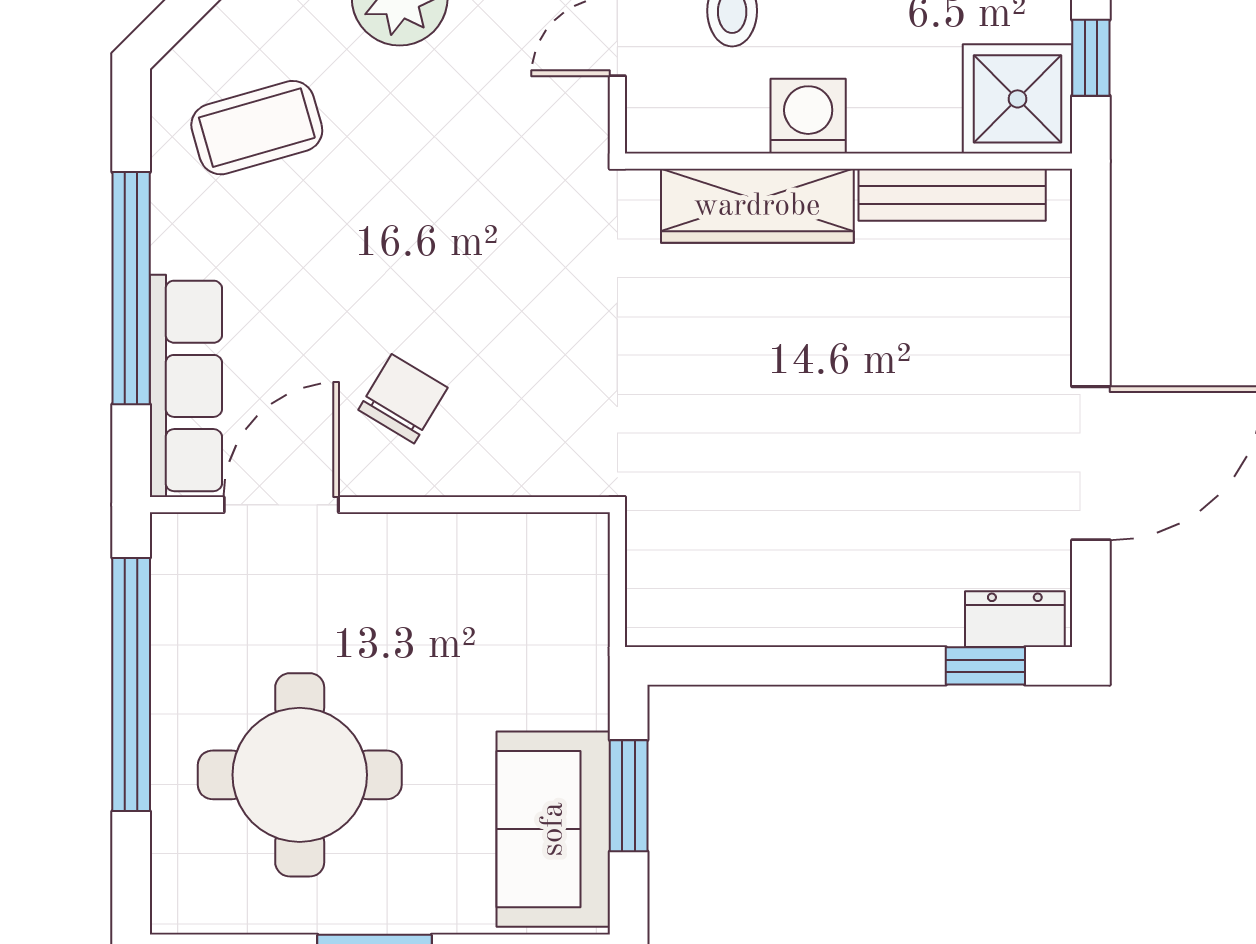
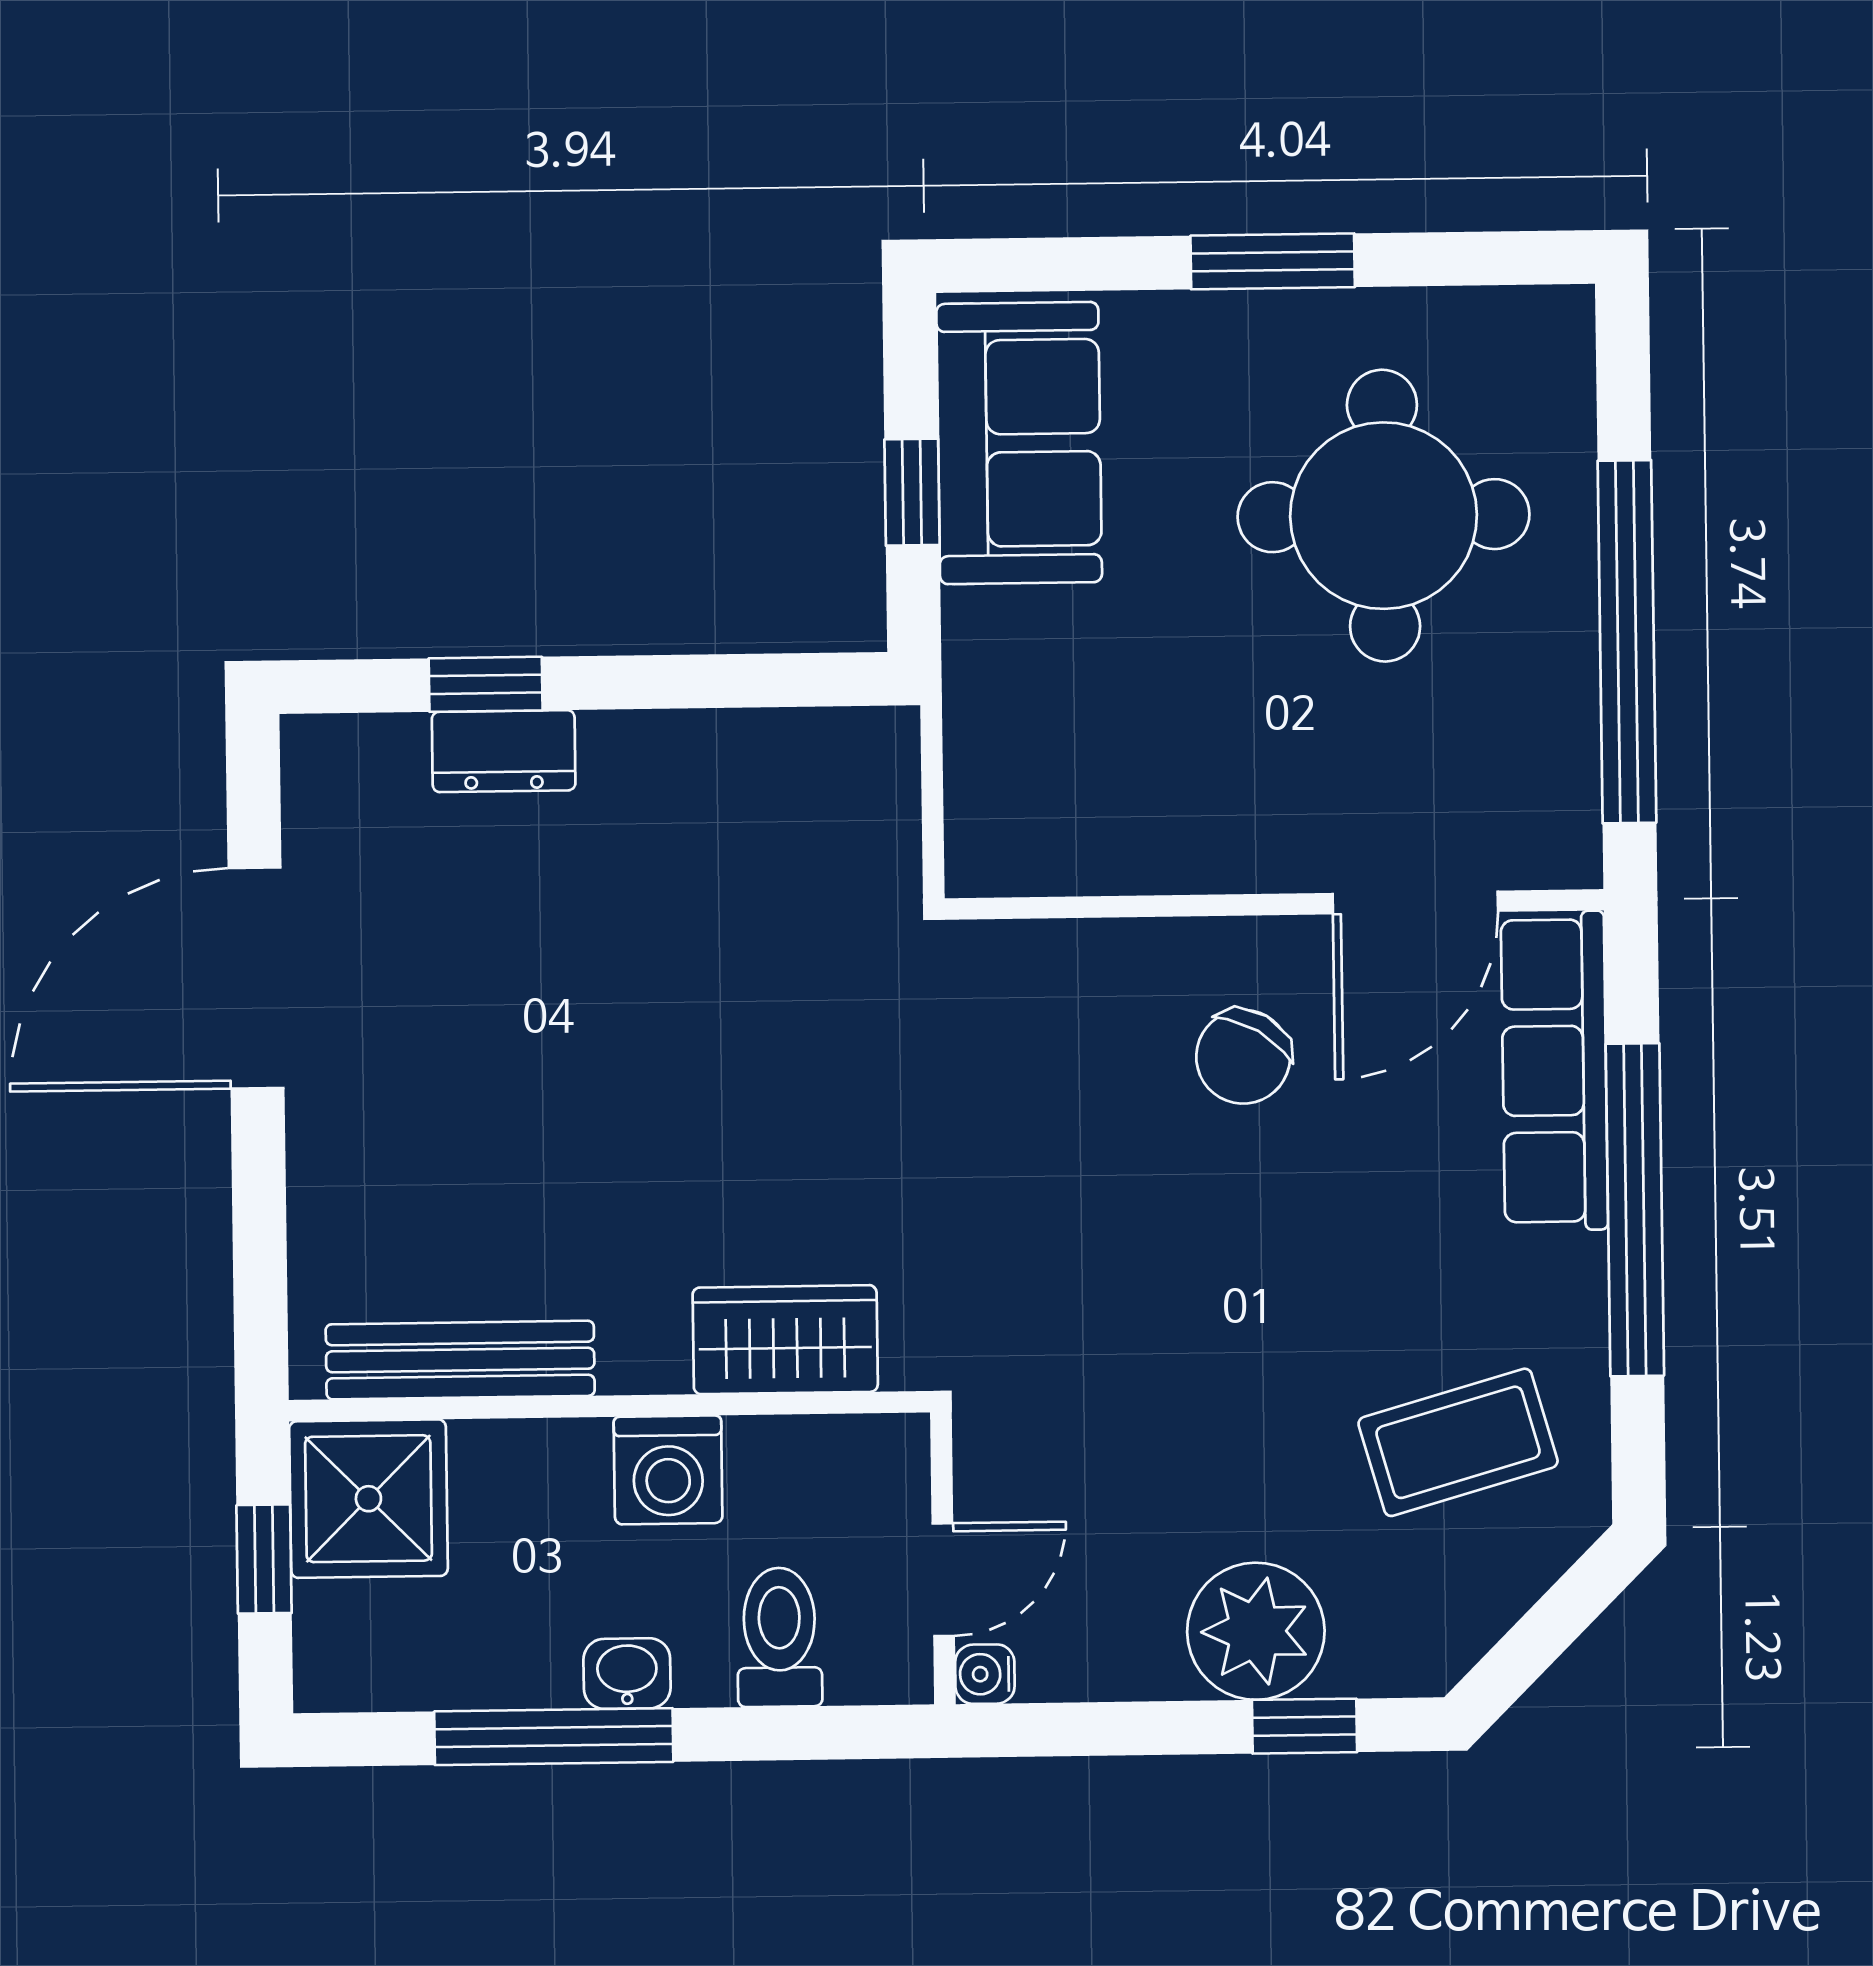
wardrobe: (757, 206) -> (785, 1340), width x0.67
dresser: (1015, 619) -> (504, 751), moved
window: (985, 666) -> (486, 684), moved
window: (629, 796) -> (912, 492), width x0.67

